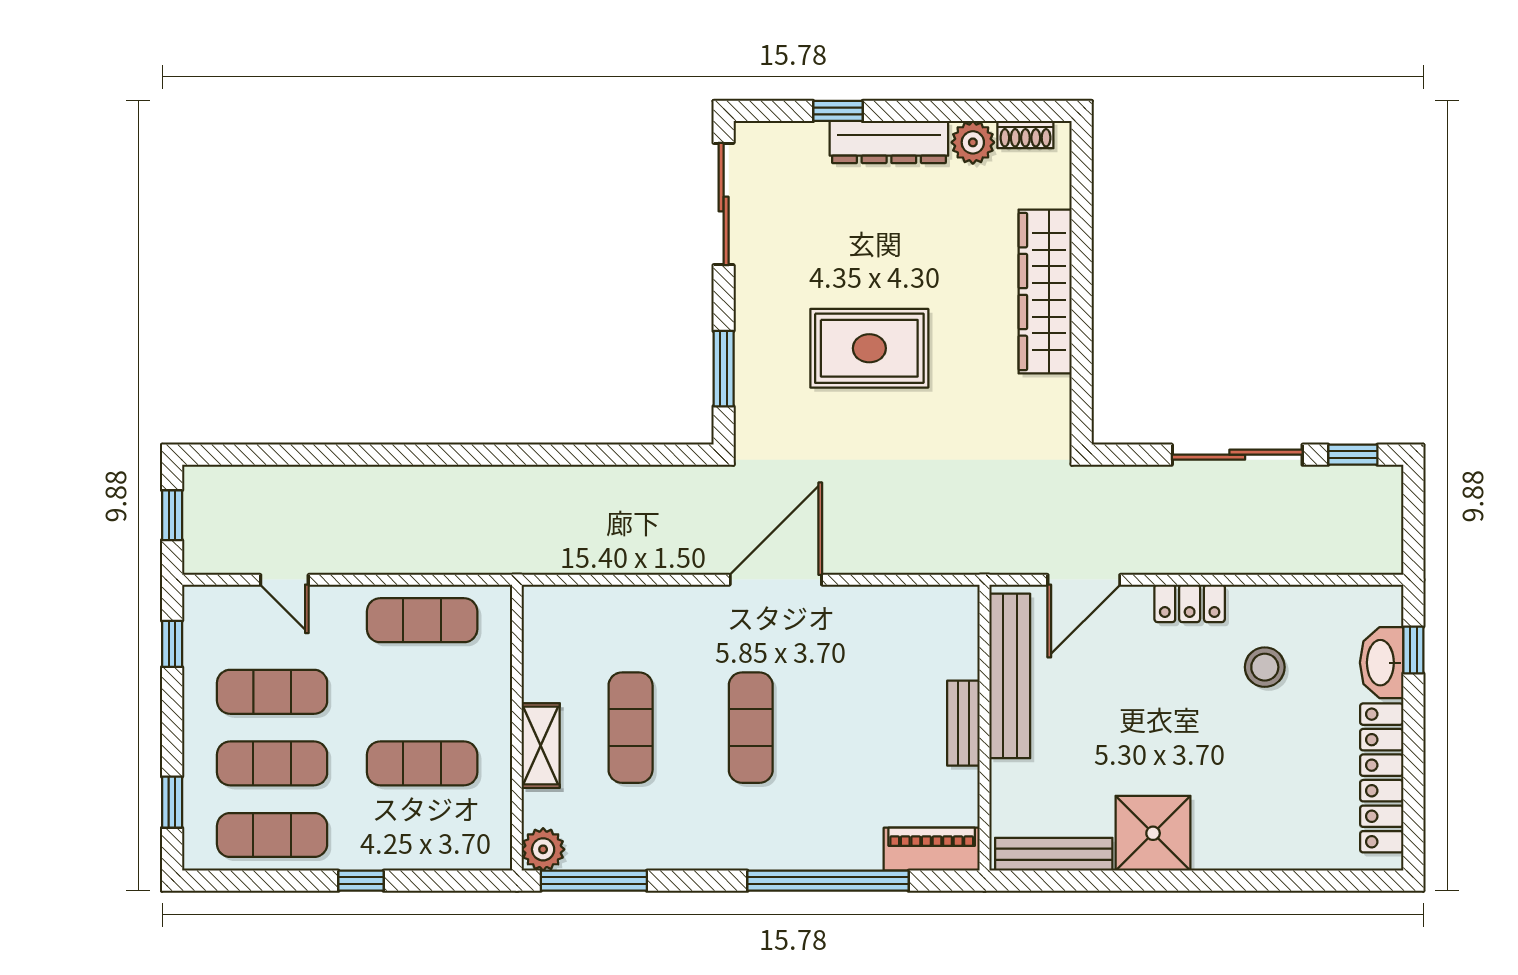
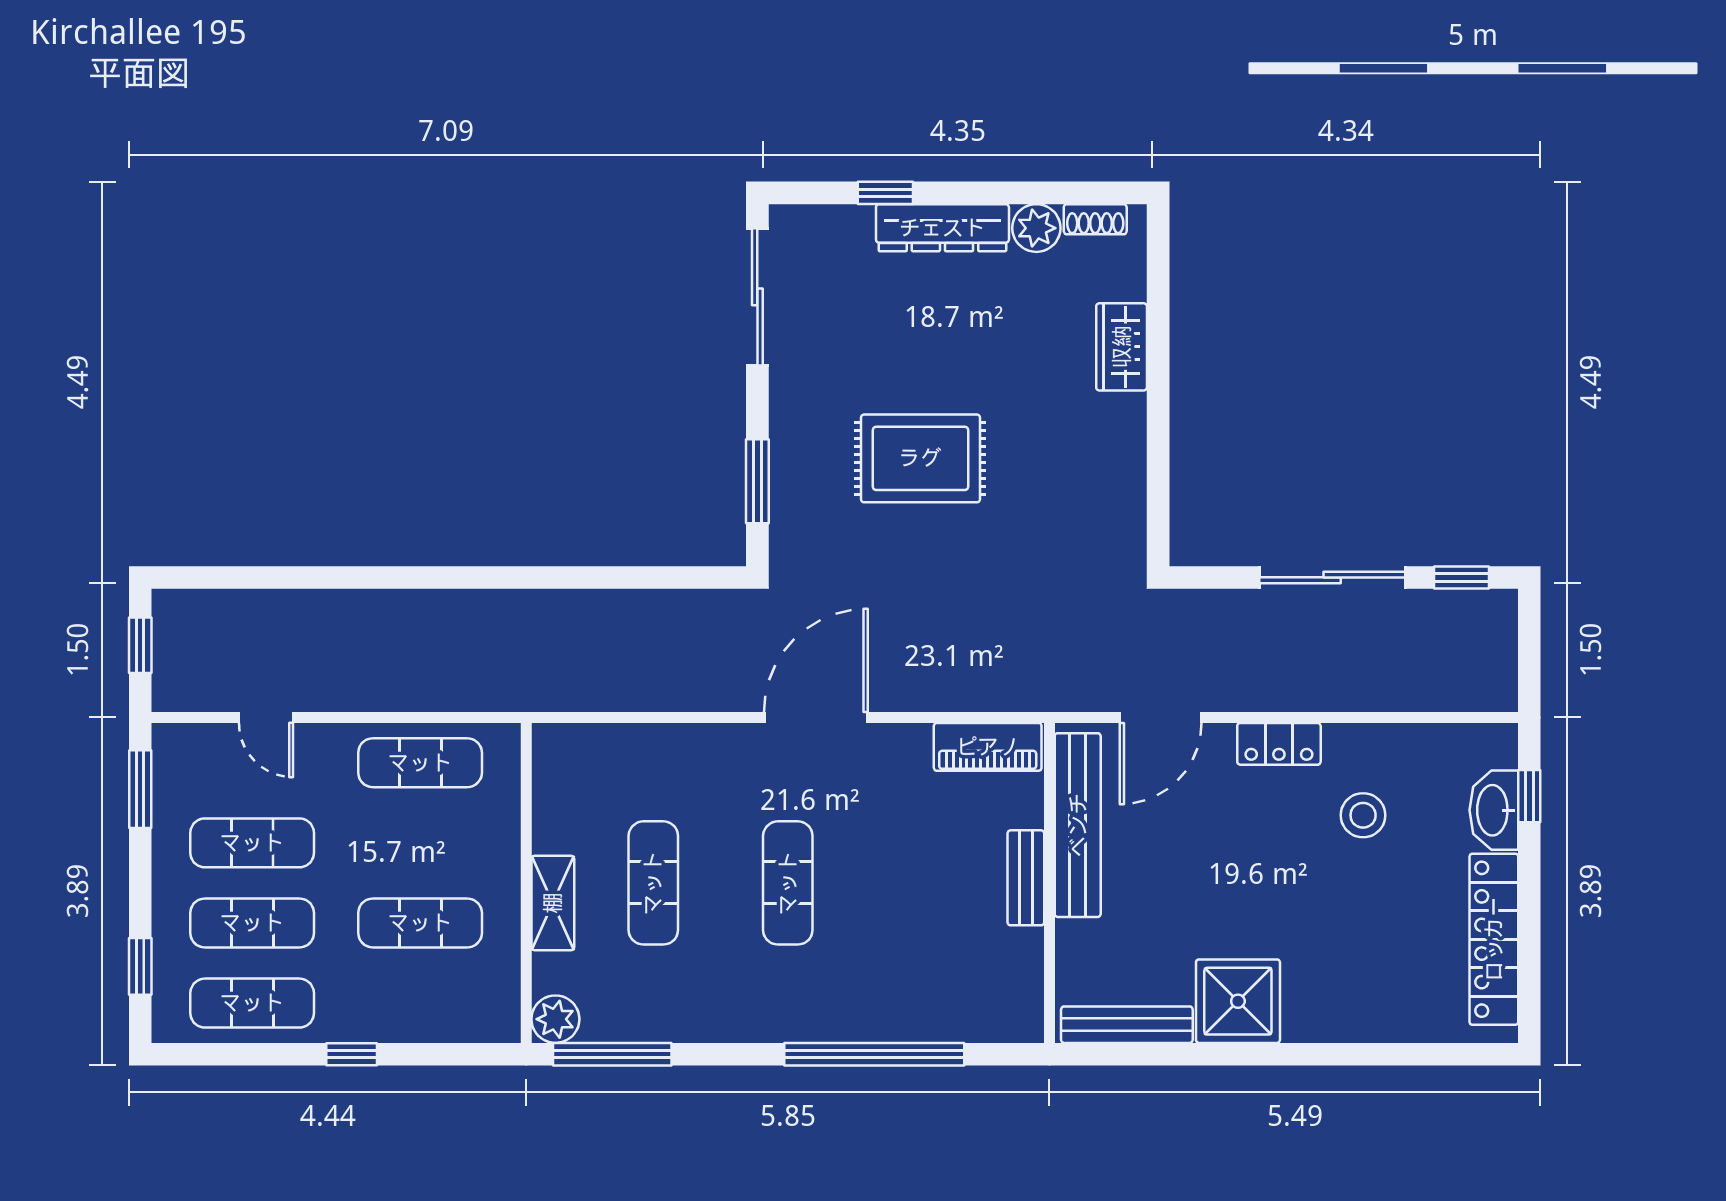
wardrobe: (1045, 292) -> (1122, 347), width x0.48, depth x0.85
window: (172, 644) -> (140, 789), width x1.50
piano: (932, 849) -> (988, 747), moved, turned 180

